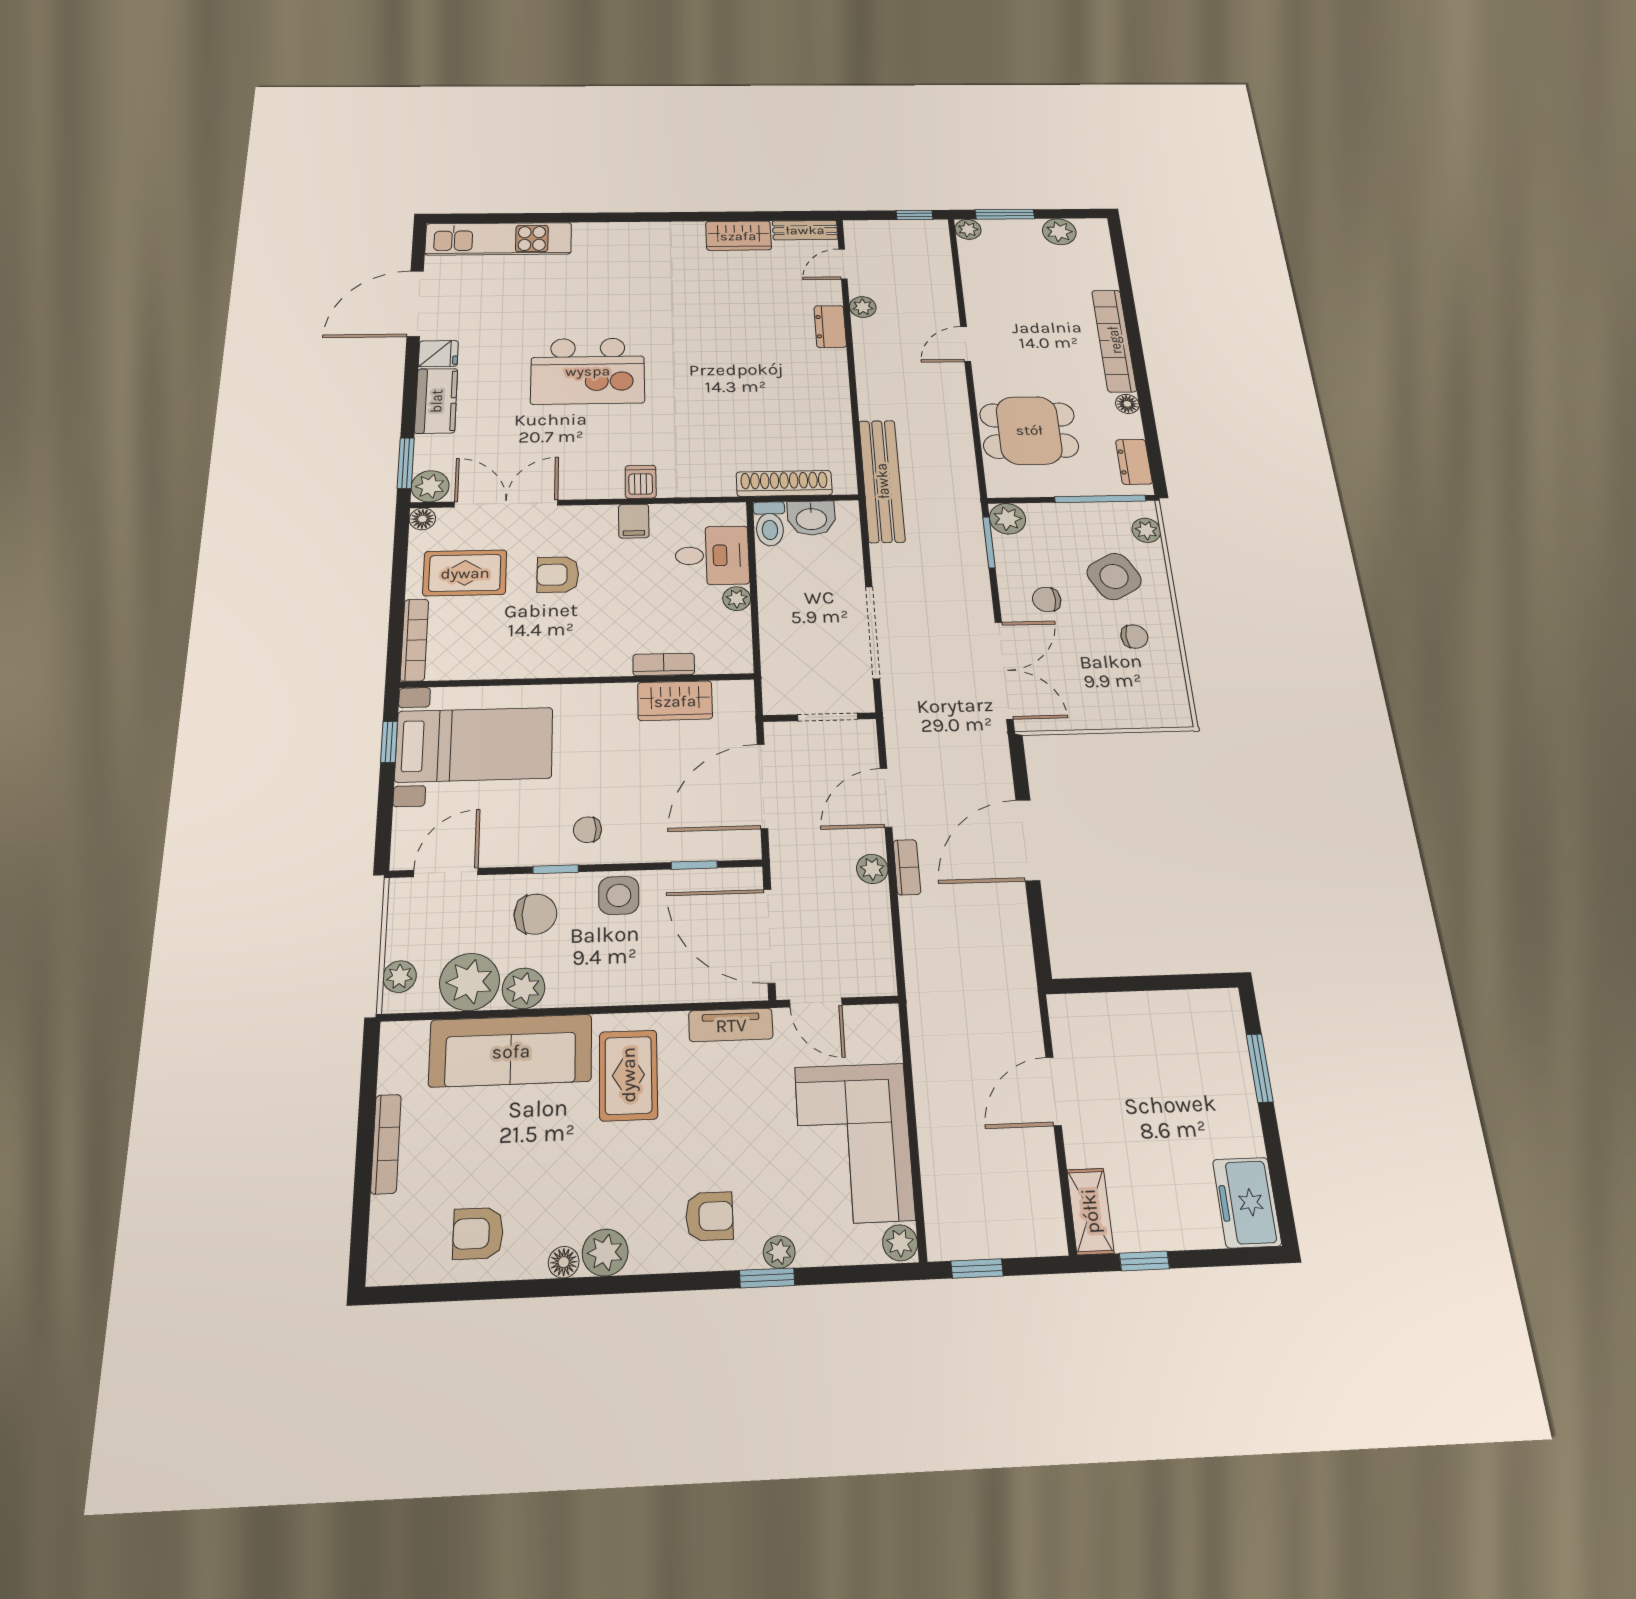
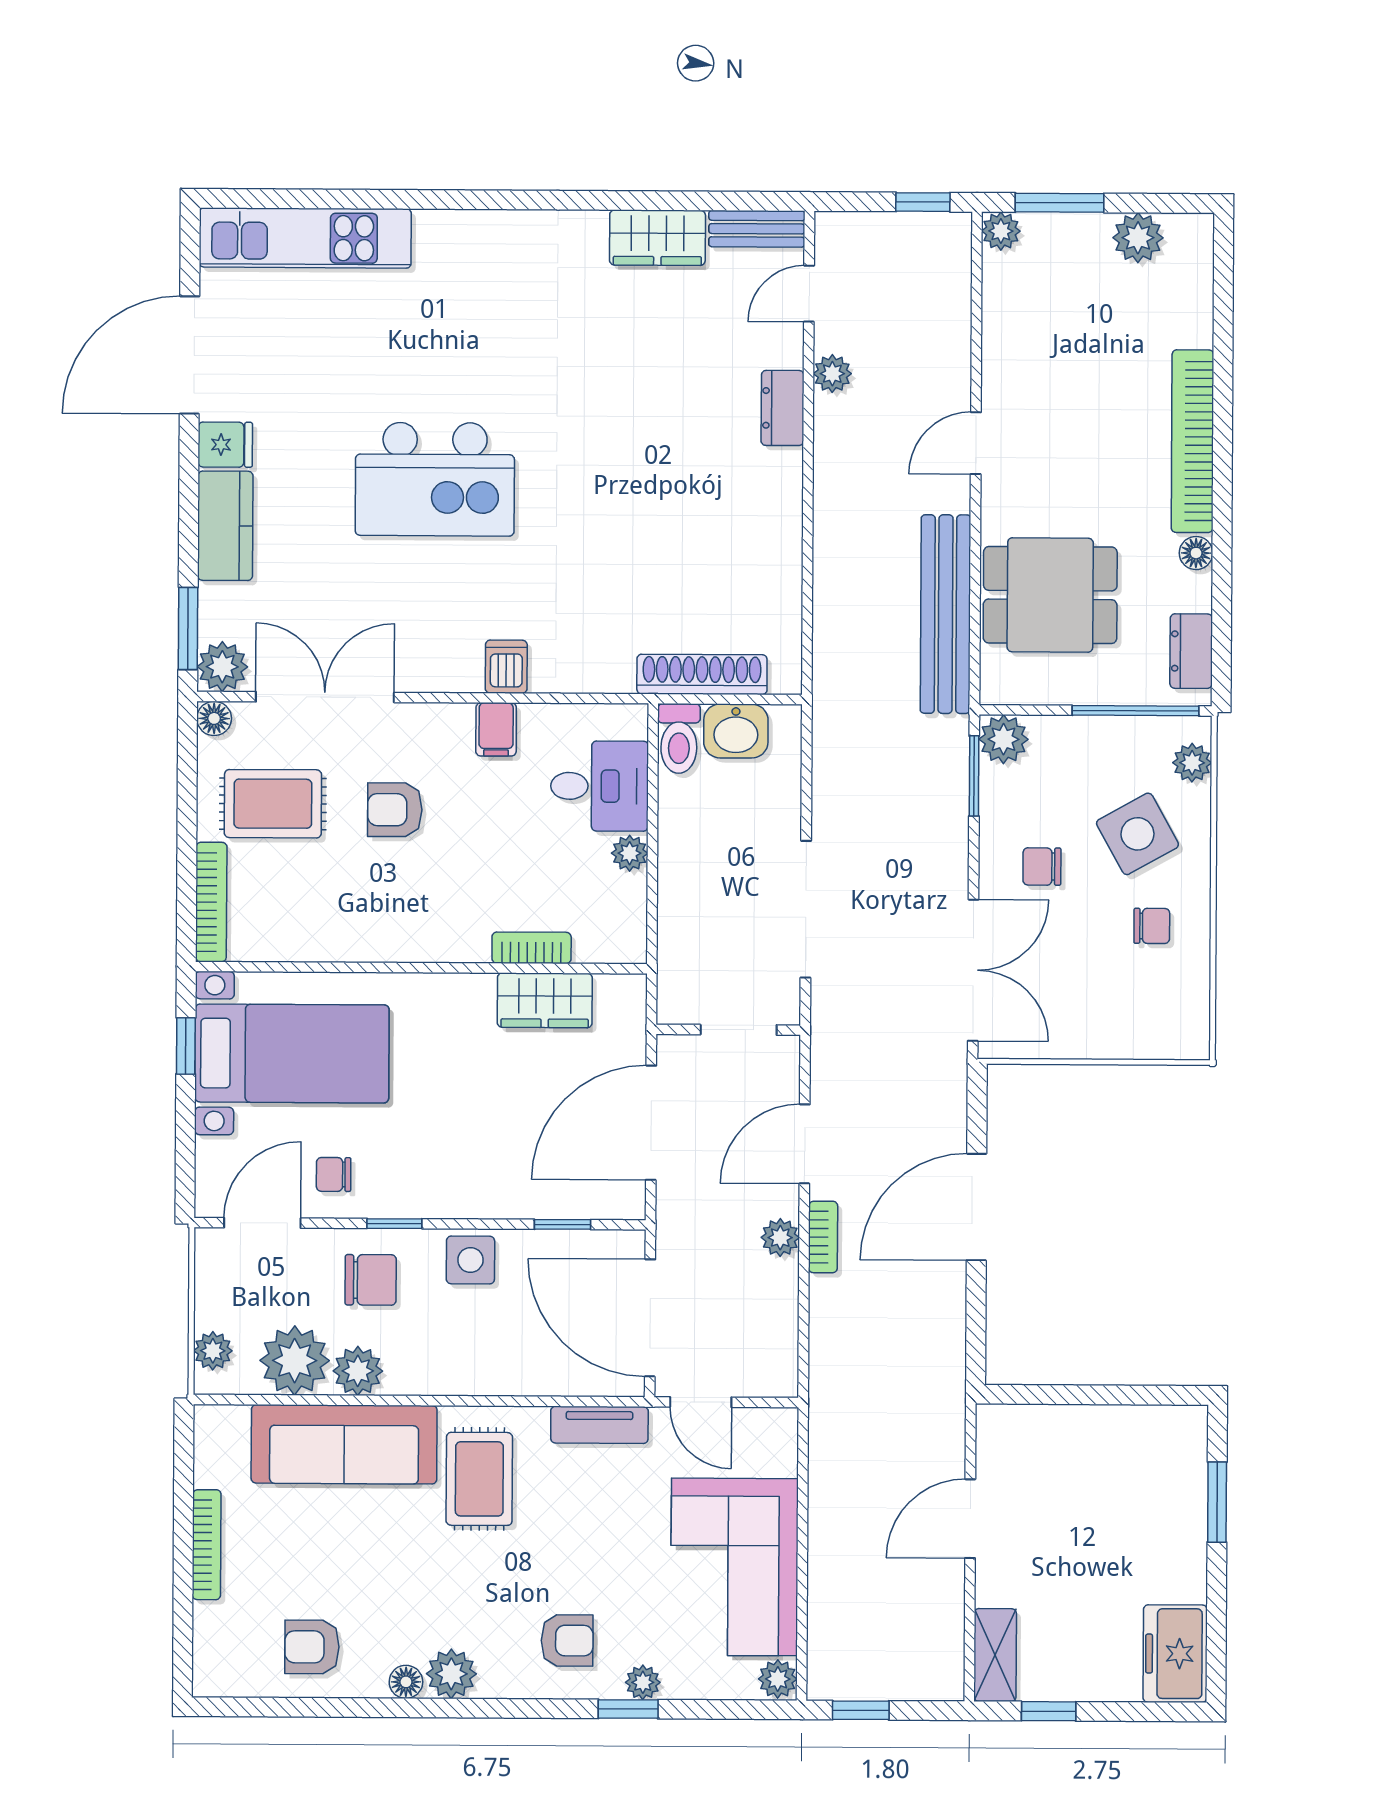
bench: (882, 481) -> (946, 614), moved
chair: (587, 830) -> (334, 1174), moved

